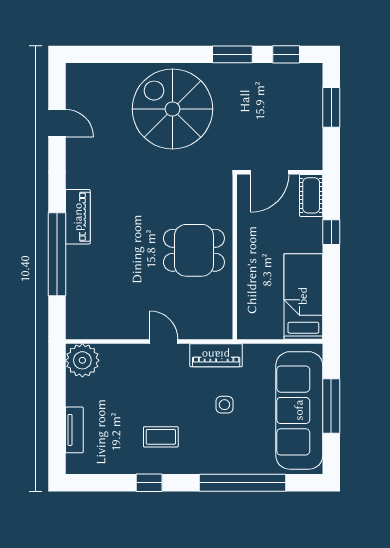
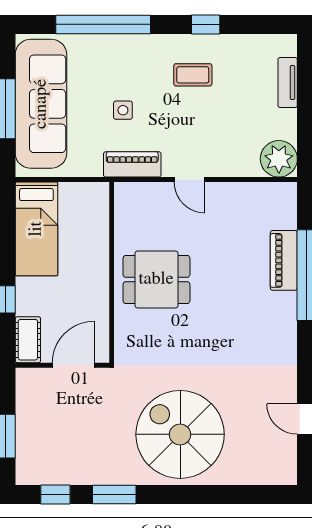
spiral stairs: (172, 109) -> (180, 434), turned 180
piano: (78, 217) -> (284, 260), moved

